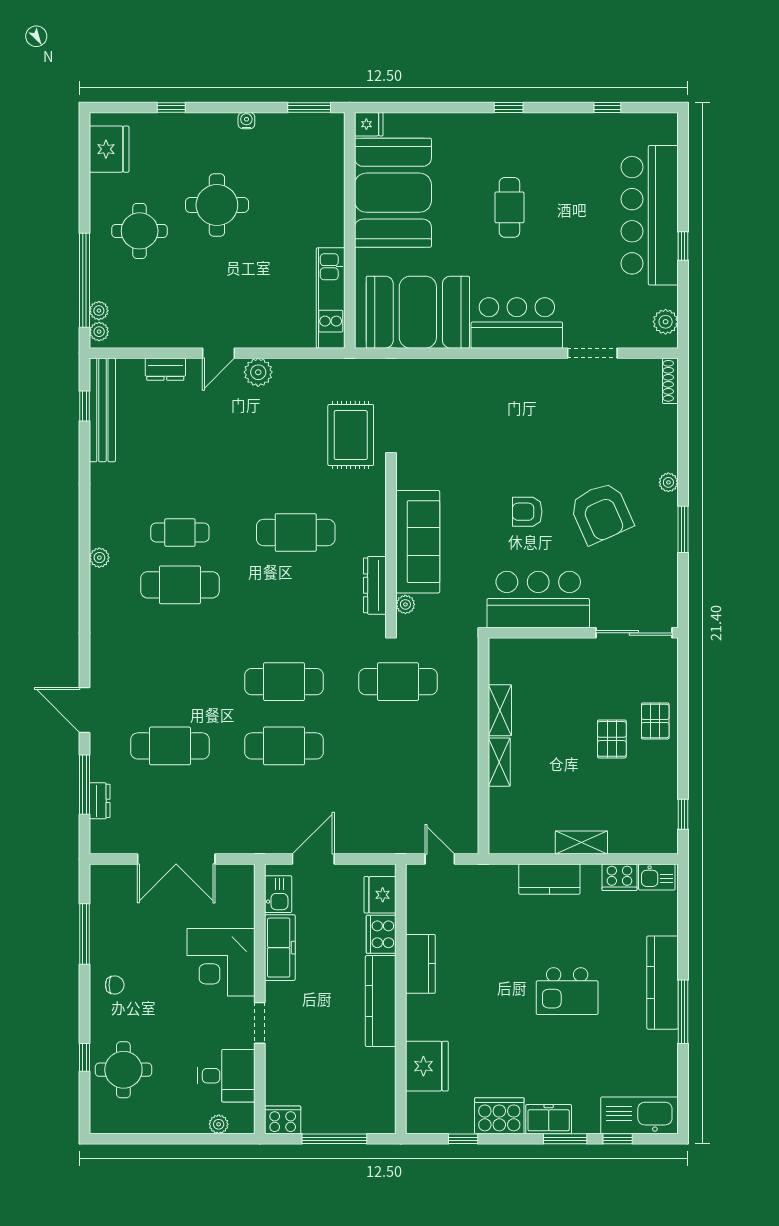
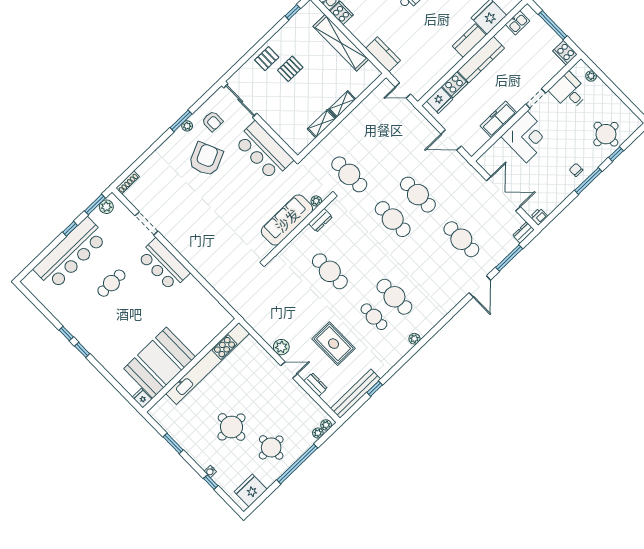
window: (309, 107) -> (173, 443), moved
window: (607, 107) -> (66, 333), moved
water cooler: (246, 121) -> (210, 471), moved
cafe table: (509, 207) -> (111, 283), moved
window: (85, 280) -> (297, 464), moved
kitchen unit: (331, 298) -> (208, 363), width x1.86
window: (683, 310) -> (95, 204), added
booth: (418, 312) -> (197, 307), removed
window: (85, 406) -> (375, 389), moved
rug: (351, 435) -> (334, 344), moved, turned 90
plant: (668, 482) -> (187, 126), moved
armchair: (527, 512) -> (212, 121), moved
dresser: (375, 585) -> (320, 220), width x0.70
dresser: (100, 801) -> (523, 232), moved
shelving: (581, 842) -> (341, 43), width x2.20, depth x1.33
door: (440, 859) -> (403, 90), hinge flipped
printer: (101, 876) -> (539, 217), added
kitchen counter: (549, 879) -> (383, 54), moved
kitchen sink: (278, 894) -> (518, 23), moved, turned 180
window: (85, 934) -> (588, 181), moved
kitchen counter: (420, 964) -> (469, 41), moved

